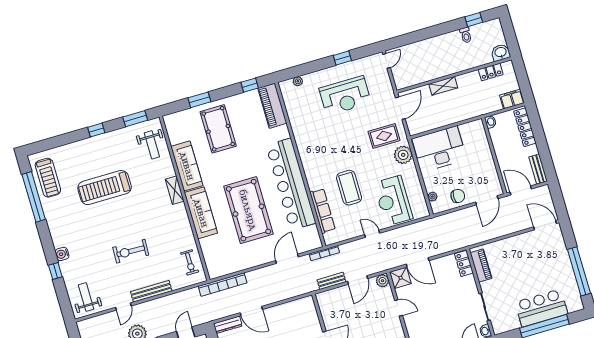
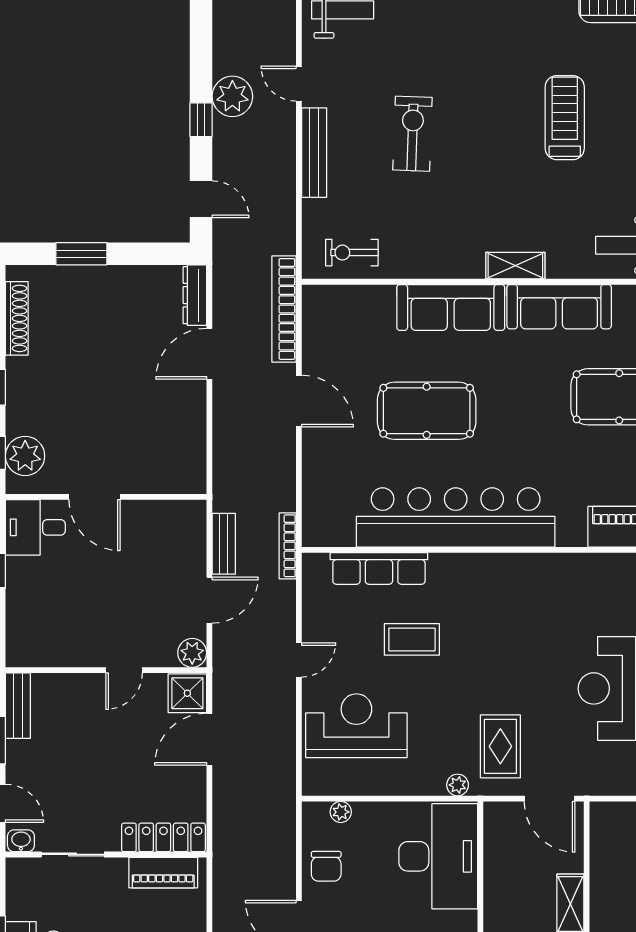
plant: (403, 155) -> (458, 785), width x0.53, depth x0.53
treadmill: (105, 188) -> (565, 118), width x0.73, depth x0.73
coffee table: (349, 188) -> (412, 639), width x0.73, depth x0.76
pool table: (248, 210) -> (427, 411), width x0.73, depth x0.76
door: (287, 259) -> (299, 401), moved
locker: (464, 263) -> (163, 837), width x1.53
door: (358, 280) -> (209, 600), swing flipped

